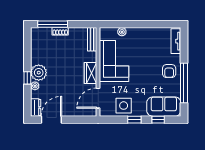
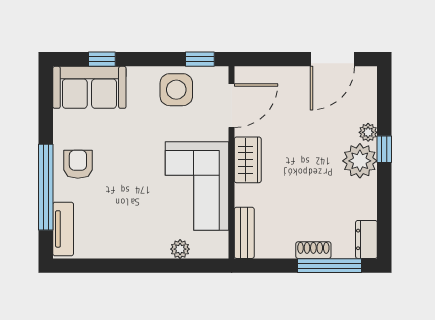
window: (184, 83) -> (46, 187), moved
dresser: (36, 108) -> (366, 239), moved
window: (134, 120) -> (200, 59), moved

